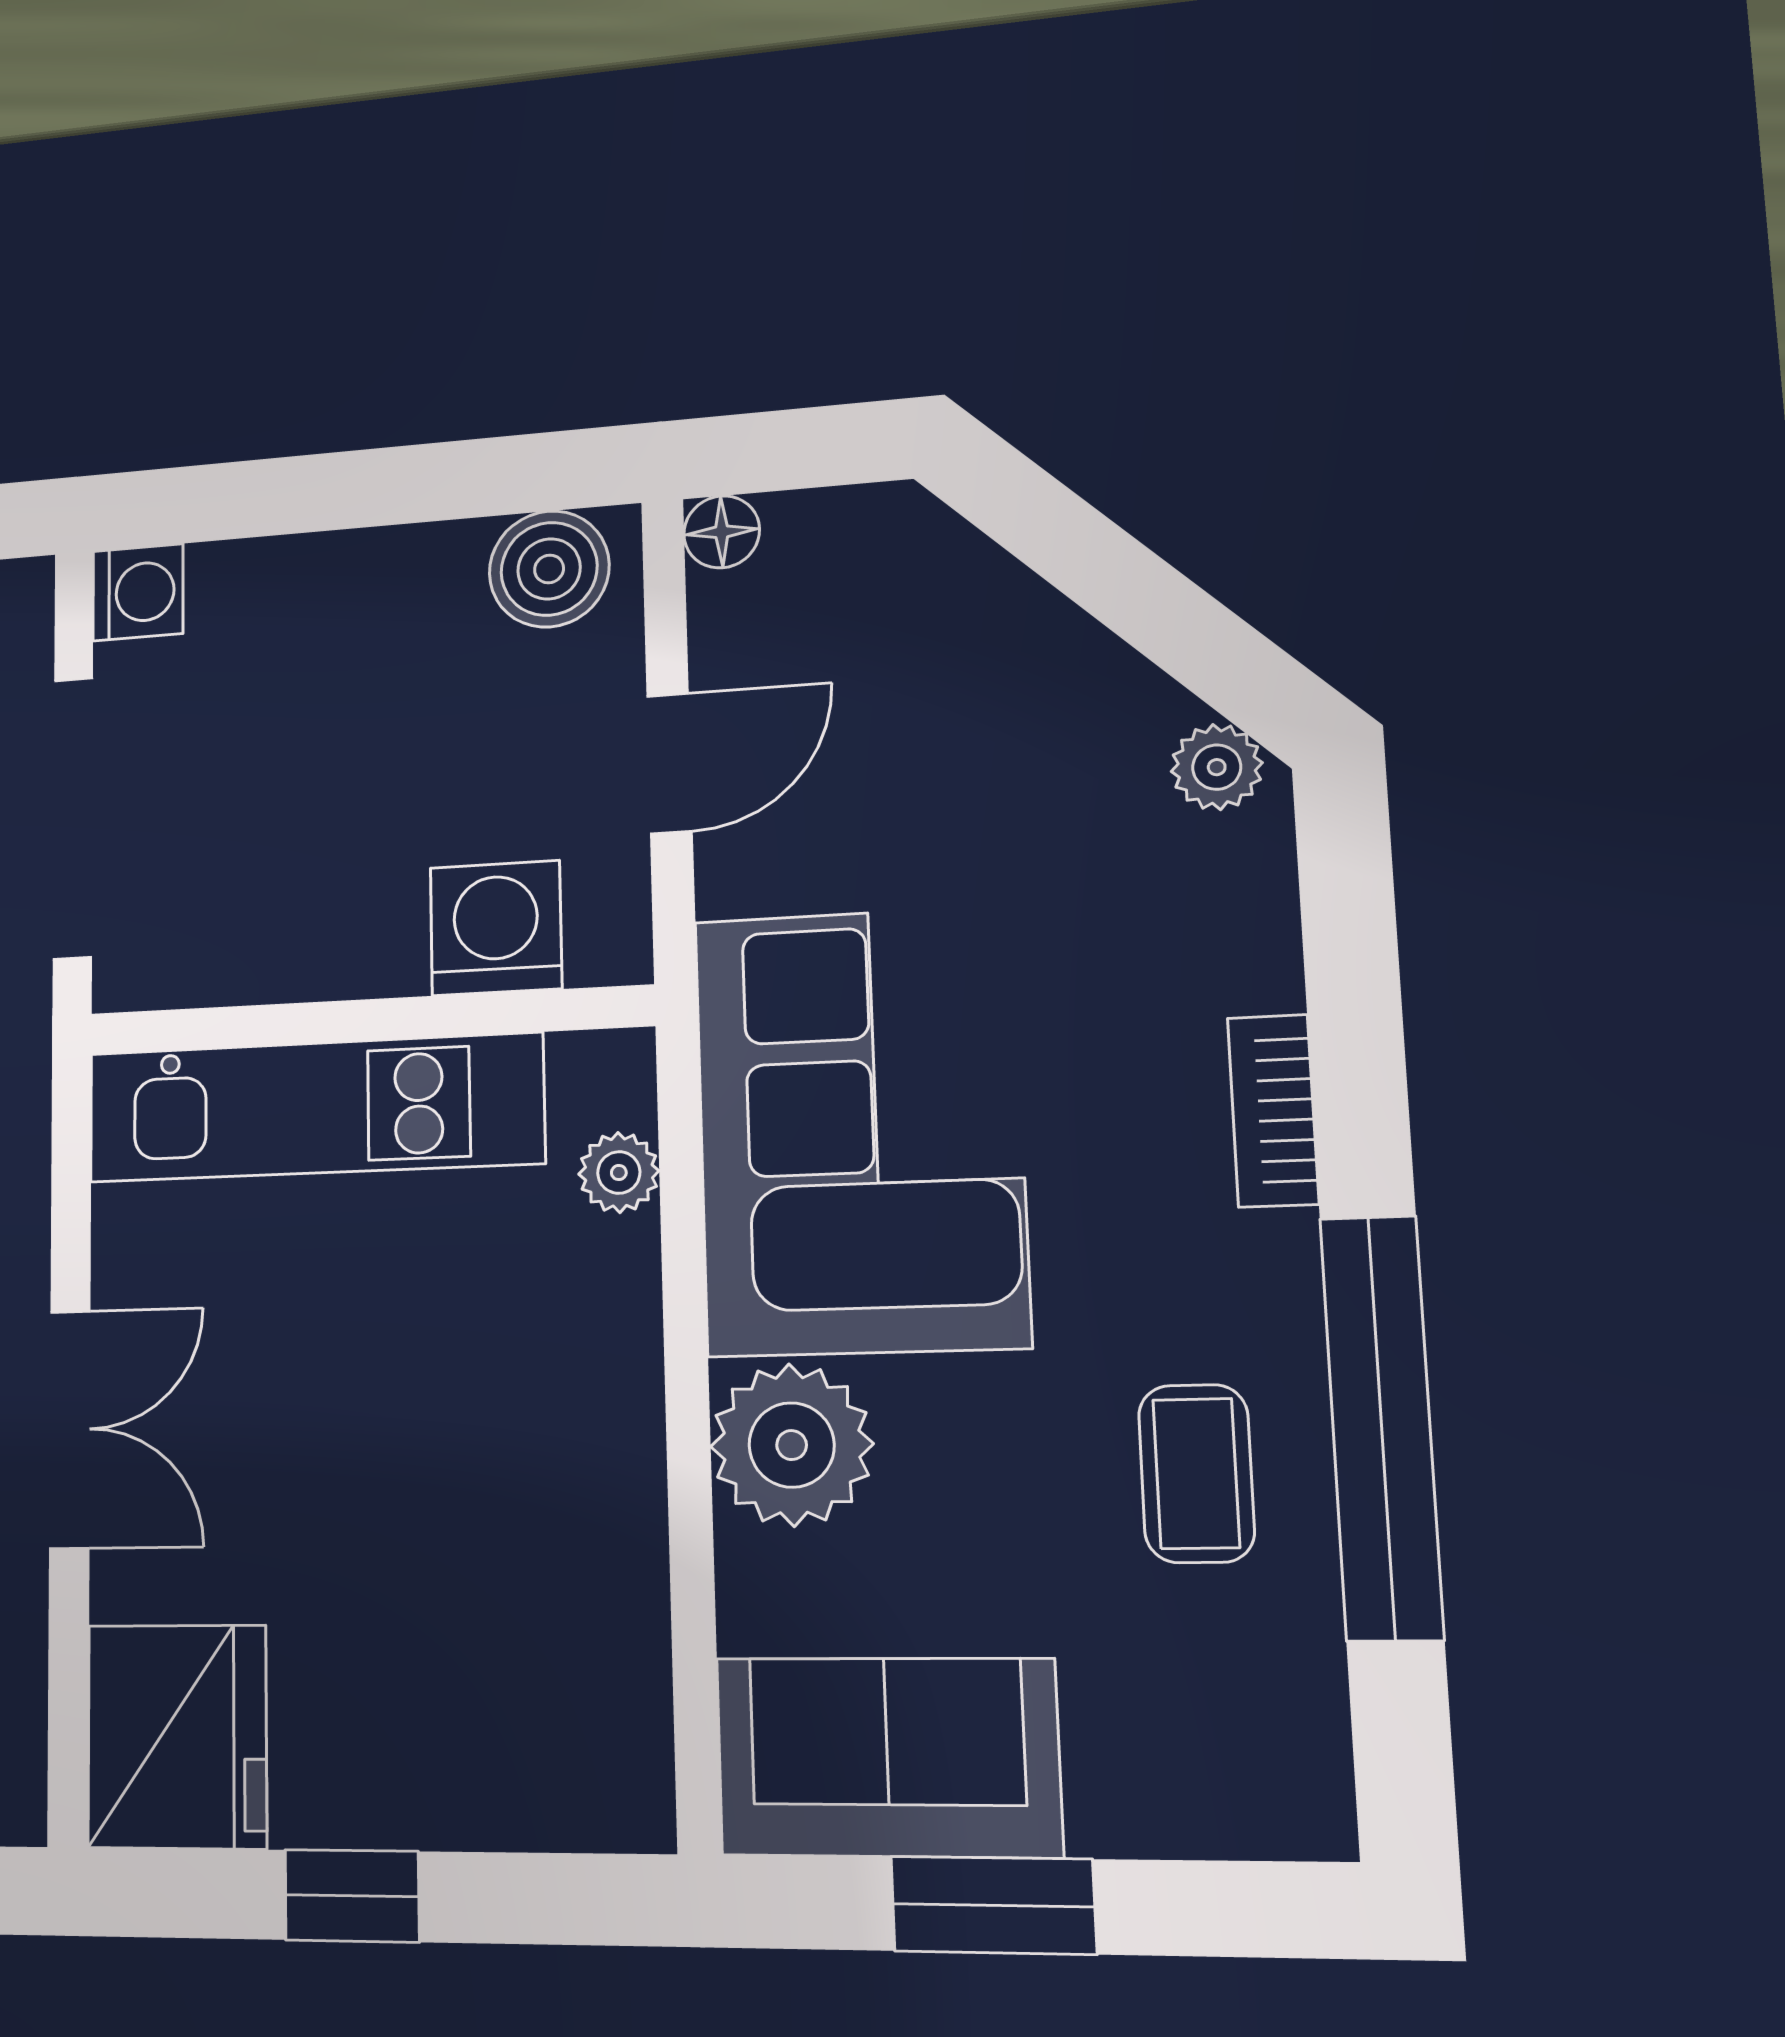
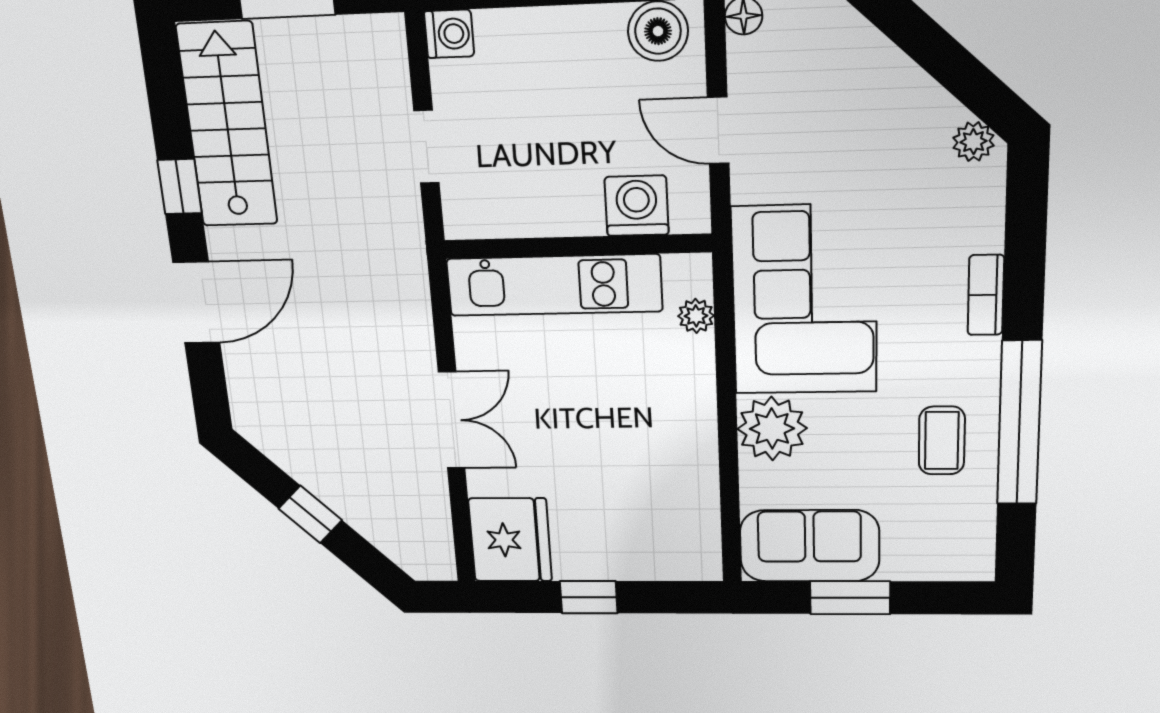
door: (670, 763) -> (718, 131), swing flipped
doorway: (73, 818) -> (427, 147), width x0.53

